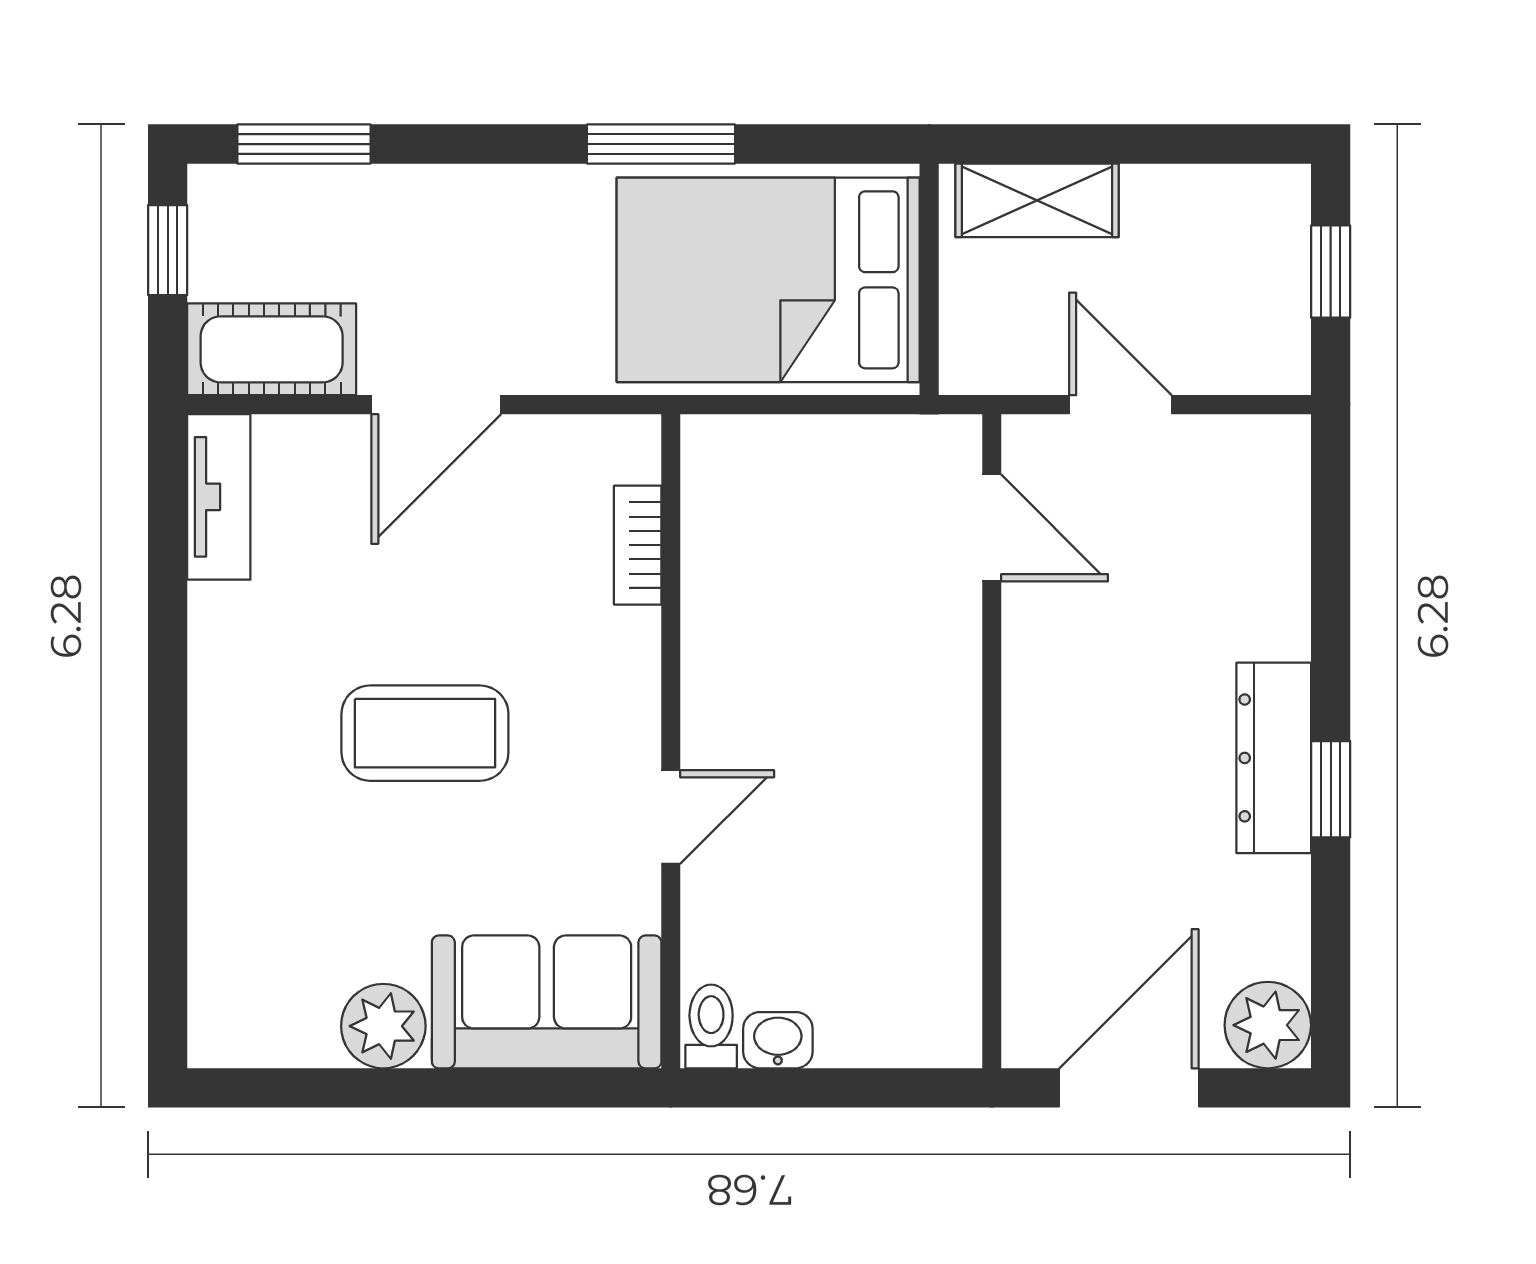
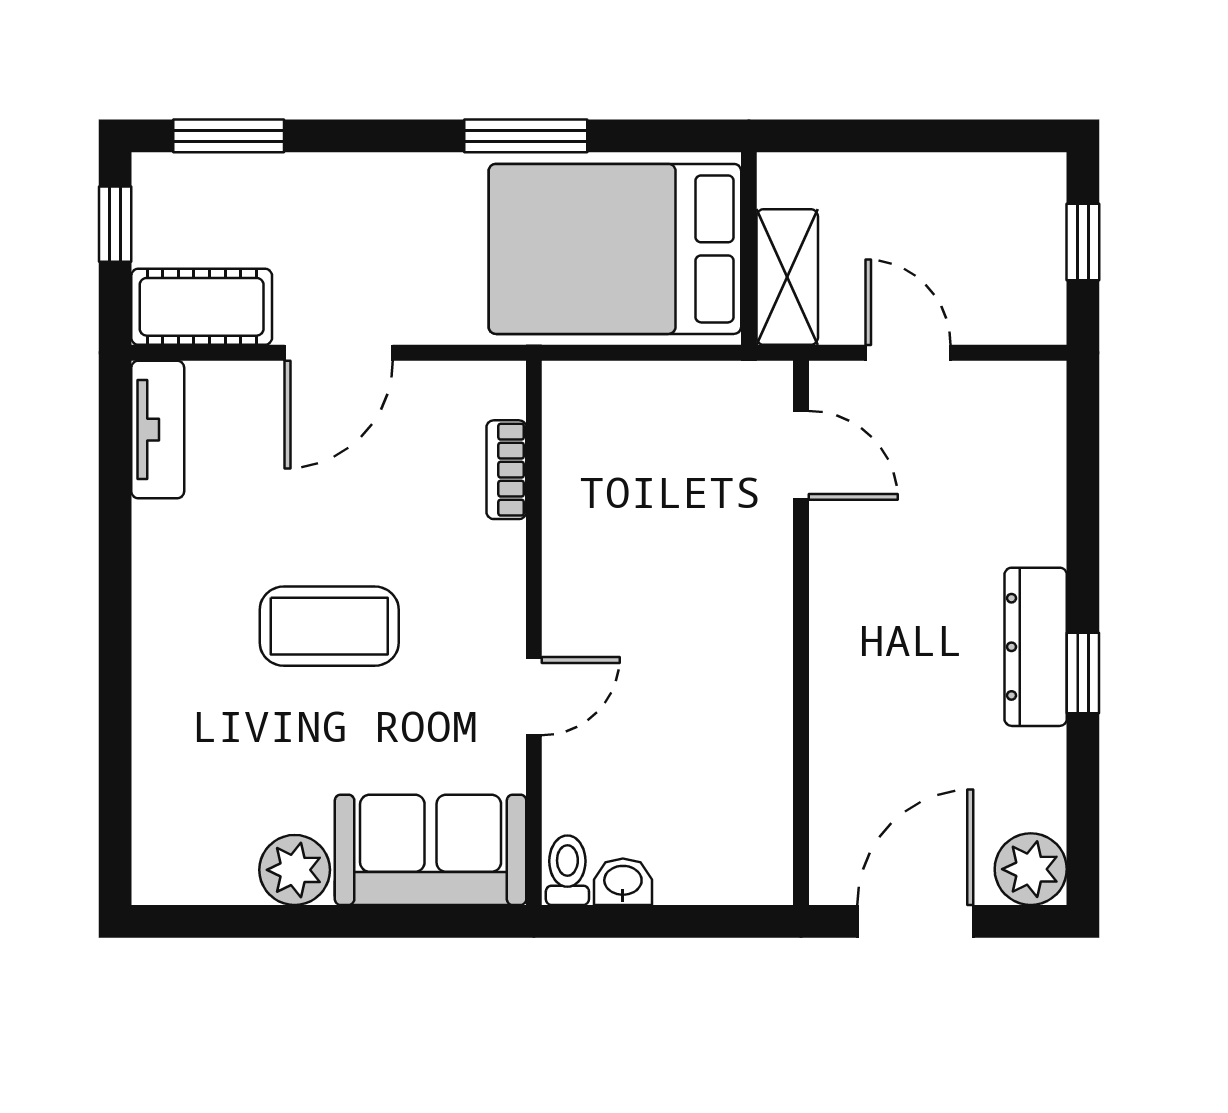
shelving: (1037, 200) -> (787, 277), moved, turned 90

